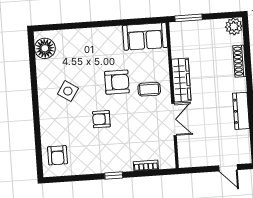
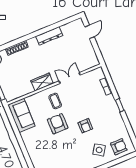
wardrobe: (181, 80) -> (42, 82), width x0.67
side table: (68, 91) -> (99, 150), moved

